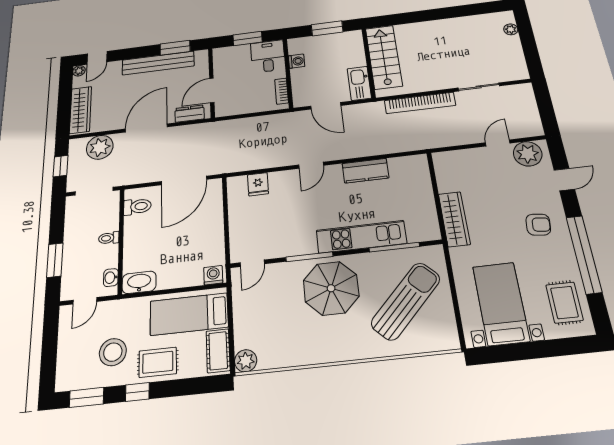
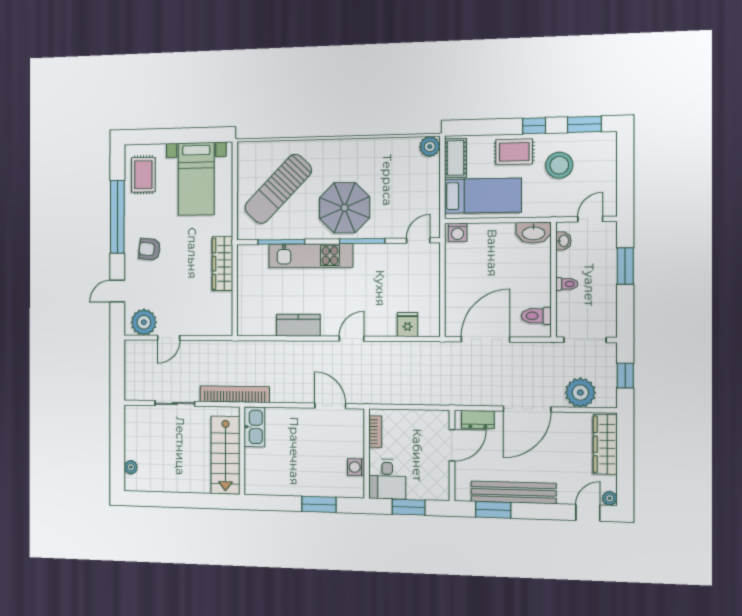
stairs: (384, 57) -> (225, 455), moved
wall: (369, 63) -> (242, 451), moved
kitchen sink: (359, 83) -> (254, 427), moved

